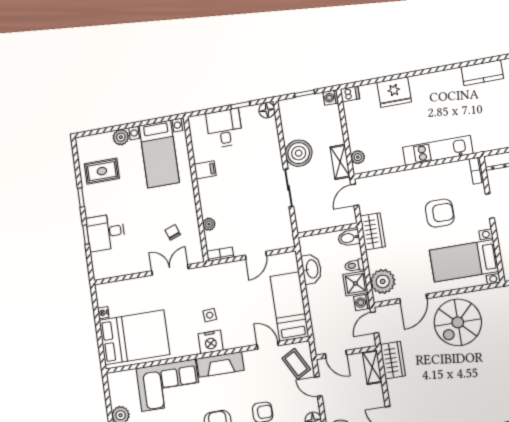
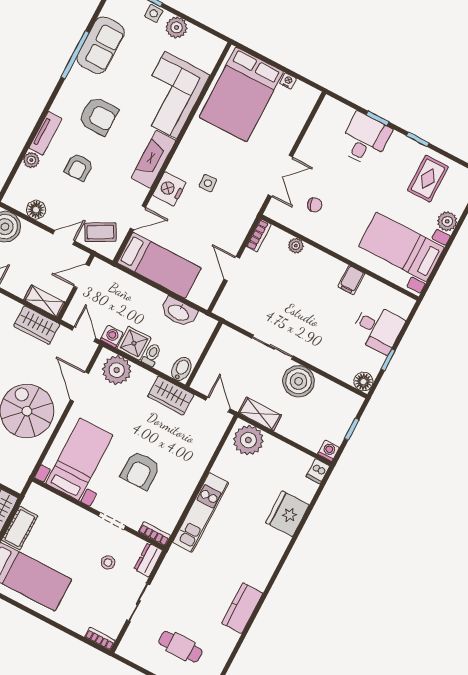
plant: (358, 157) -> (248, 440), width x1.87, depth x1.87
nightstand: (211, 342) -> (169, 189), moved

